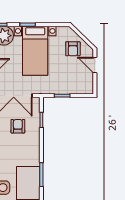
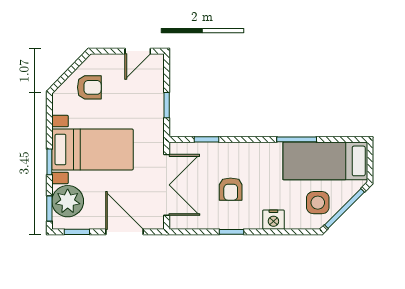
door: (95, 65) -> (138, 51), moved
armchair: (18, 126) -> (231, 189), moved, turned -90

